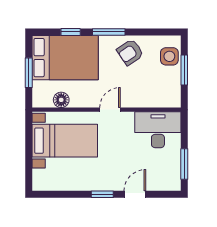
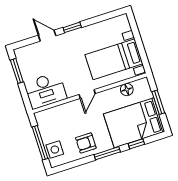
armchair: (130, 52) -> (86, 143), turned -146
window: (184, 70) -> (40, 143), width x1.44
door: (135, 194) -> (47, 36), swing flipped

